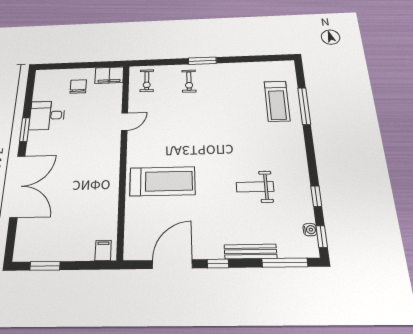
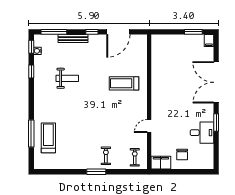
treadmill: (162, 181) -> (124, 83), width x0.73, depth x0.73
filing cabinet: (103, 250) -> (209, 41), moved

